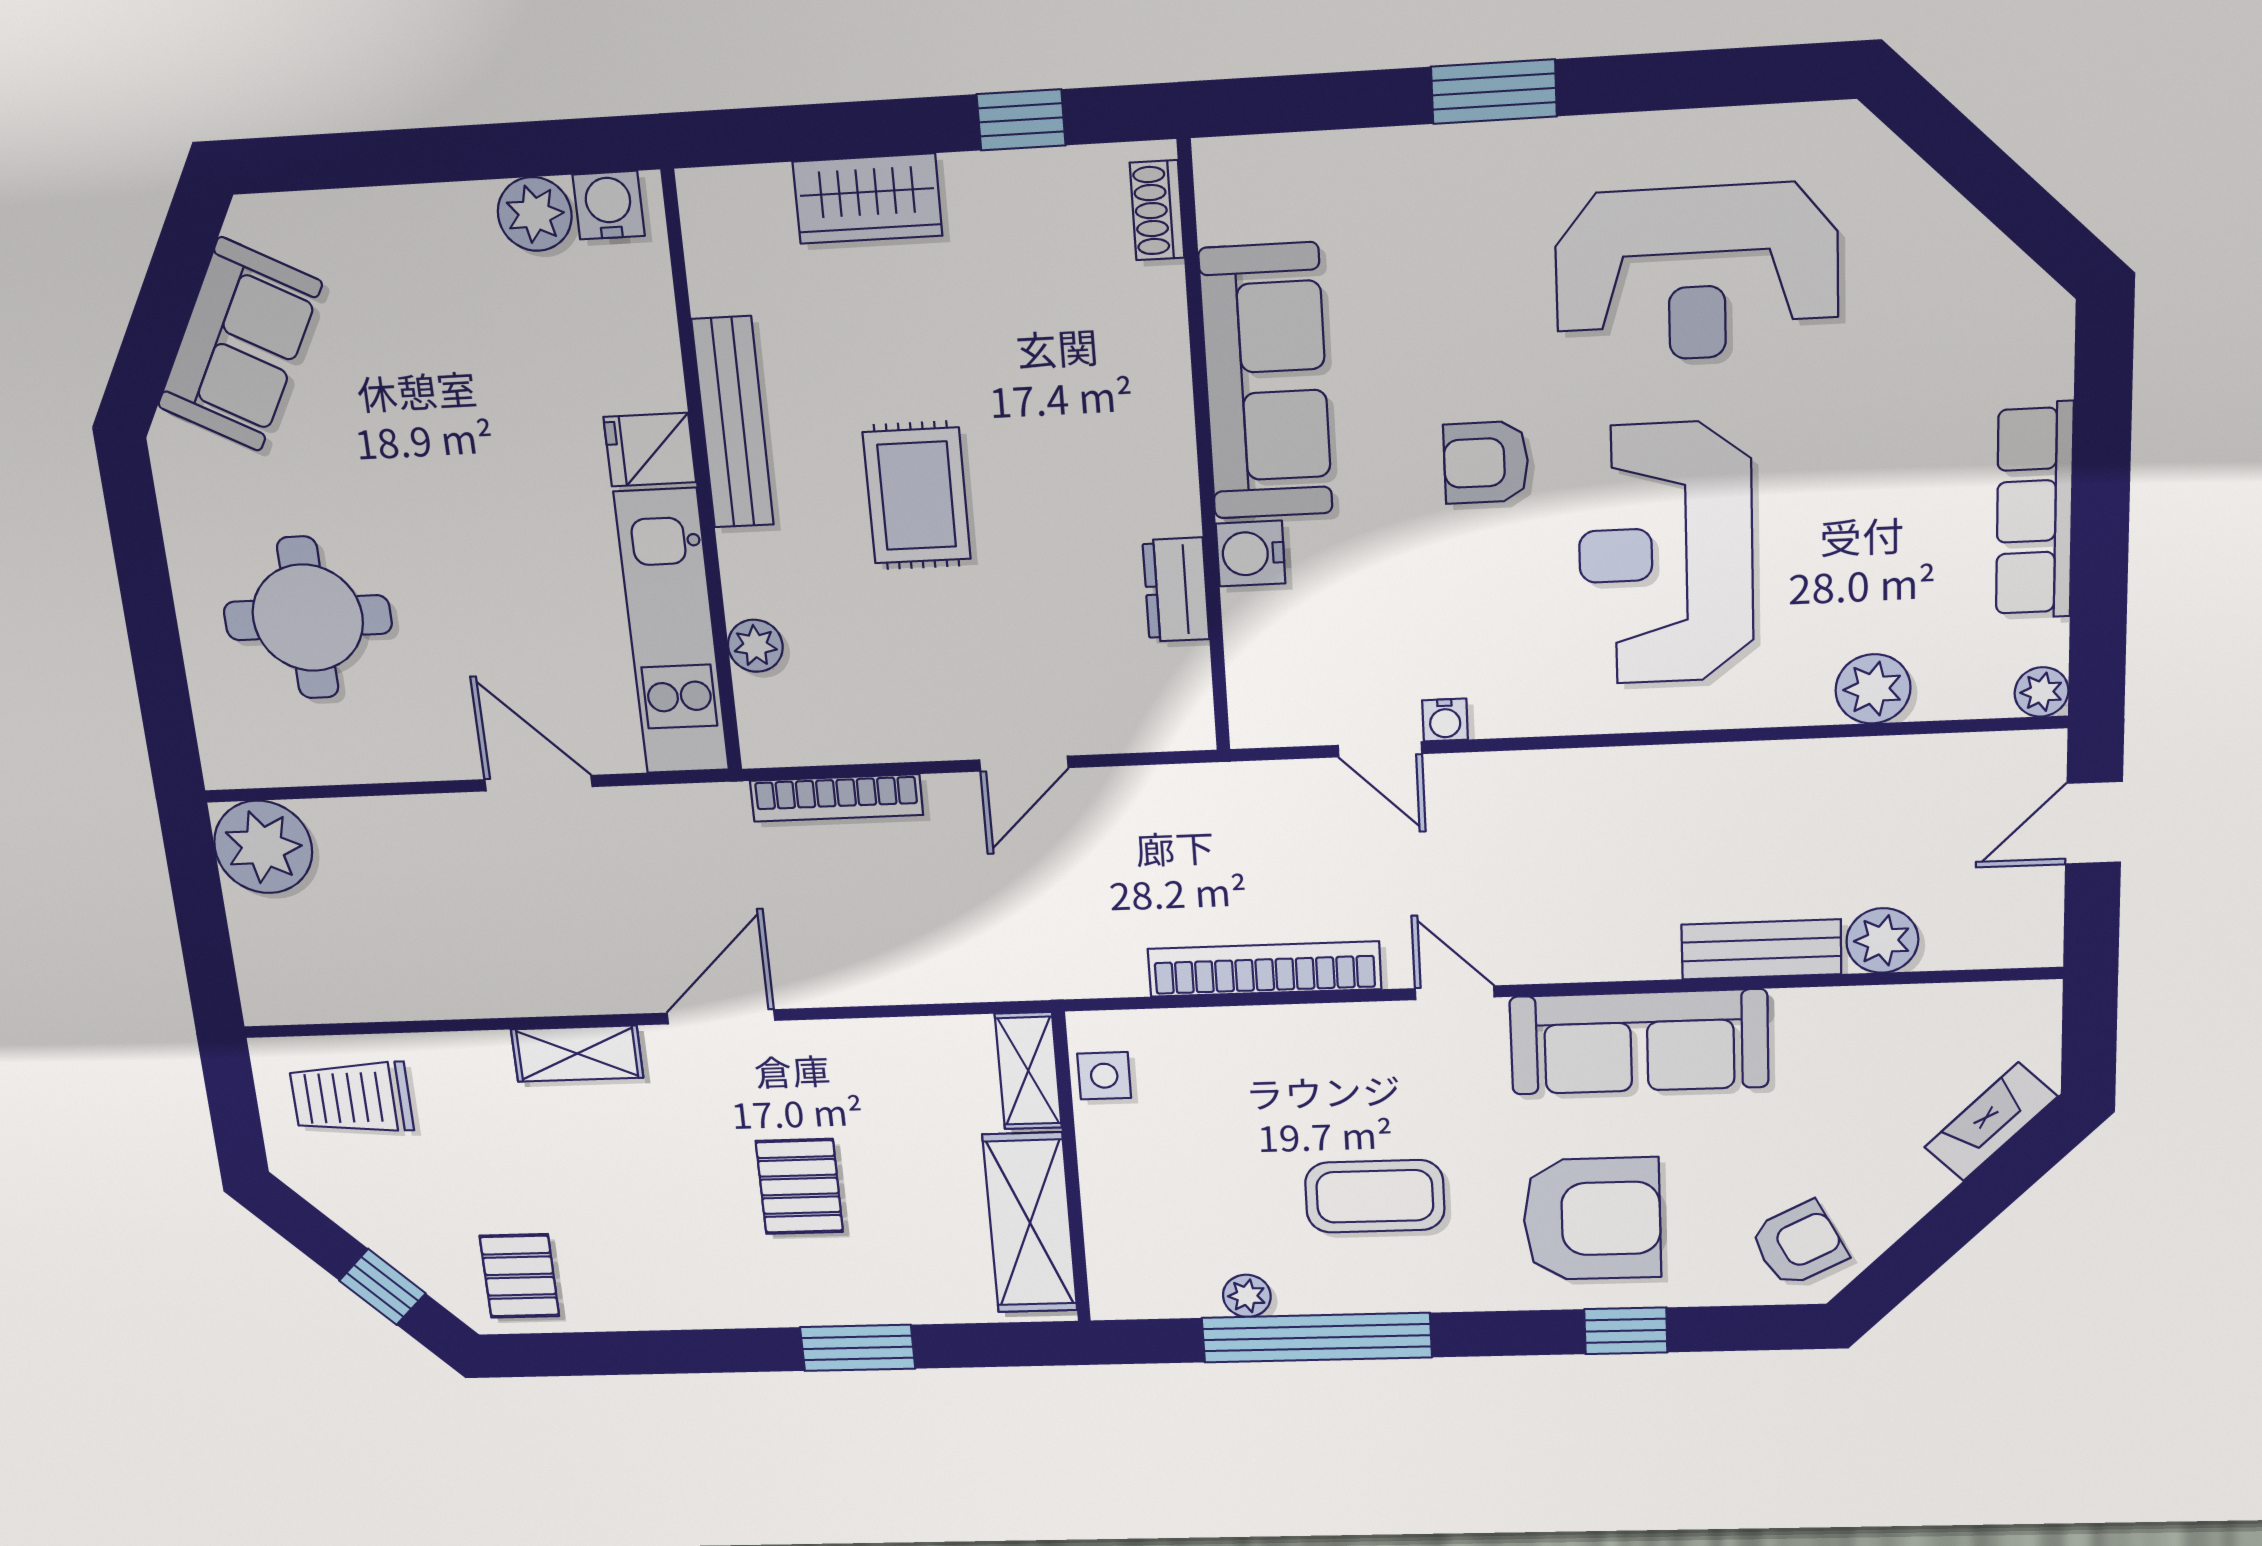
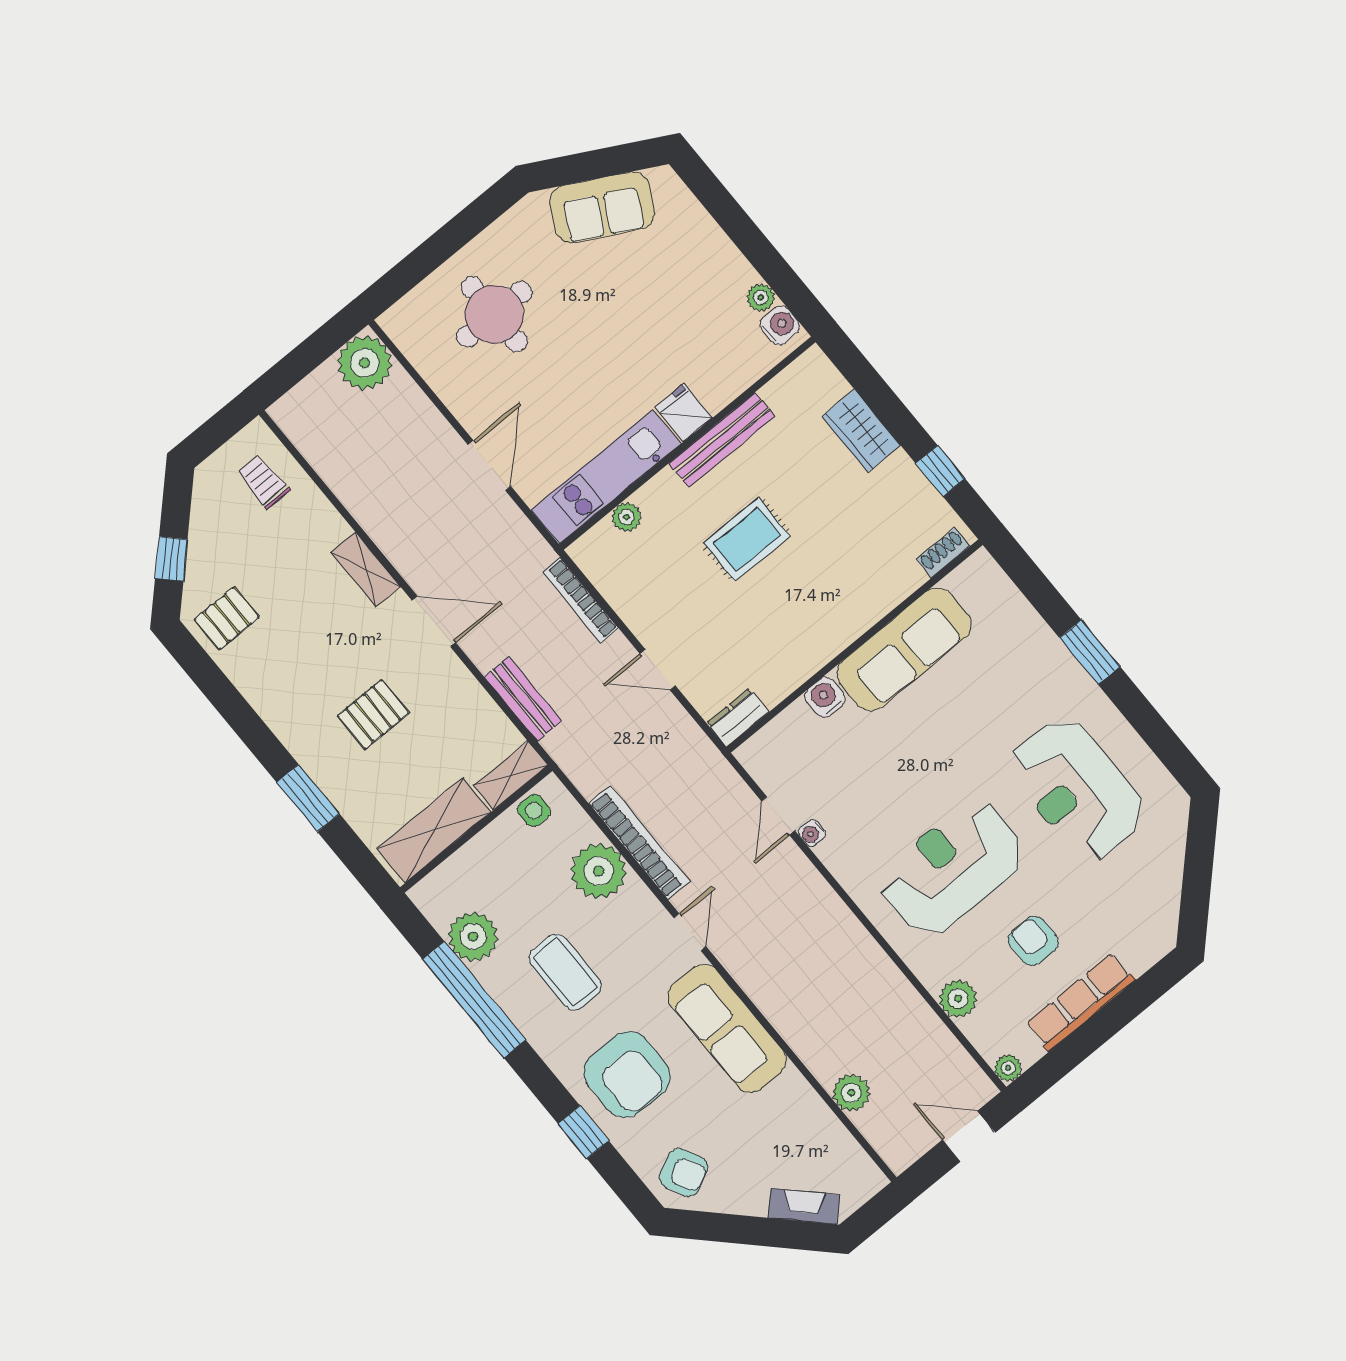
plant: (535, 214) -> (761, 297), width x0.73, depth x0.73
armchair: (1486, 462) -> (1033, 941), moved
dresser: (1176, 590) -> (738, 717), moved
bench: (1761, 949) -> (523, 699), moved
plant: (1263, 1052) -> (599, 871), added
trolley: (352, 1098) -> (264, 482), width x0.73, depth x0.72
plant: (1247, 1296) -> (473, 937), width x1.87, depth x1.87

